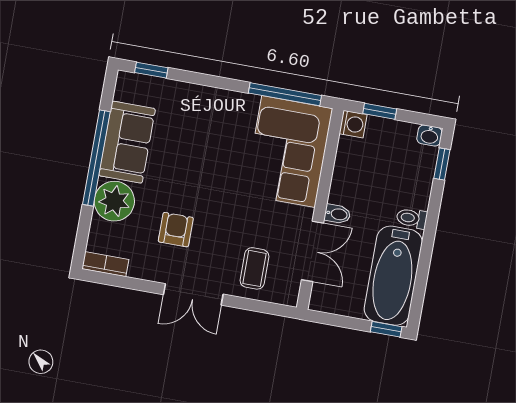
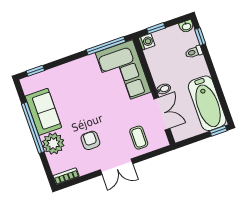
toilet: (412, 218) -> (194, 52), moved

